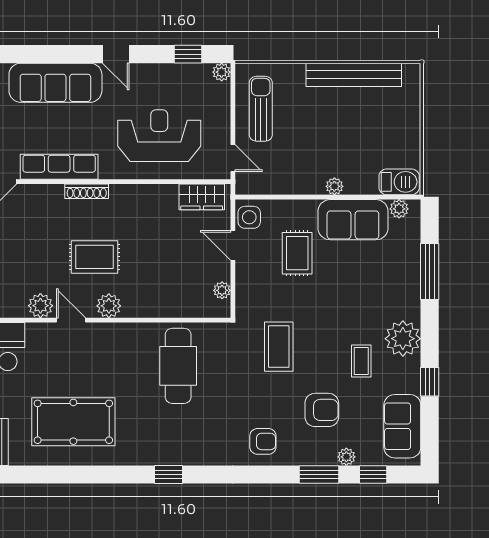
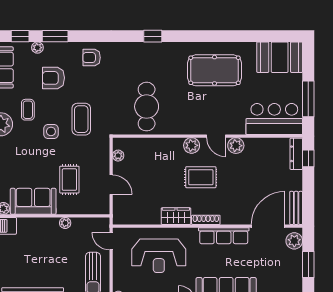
plant: (334, 186) -> (65, 223), moved
wardrobe: (202, 197) -> (176, 216), moved
side table: (249, 217) -> (51, 131), moved

